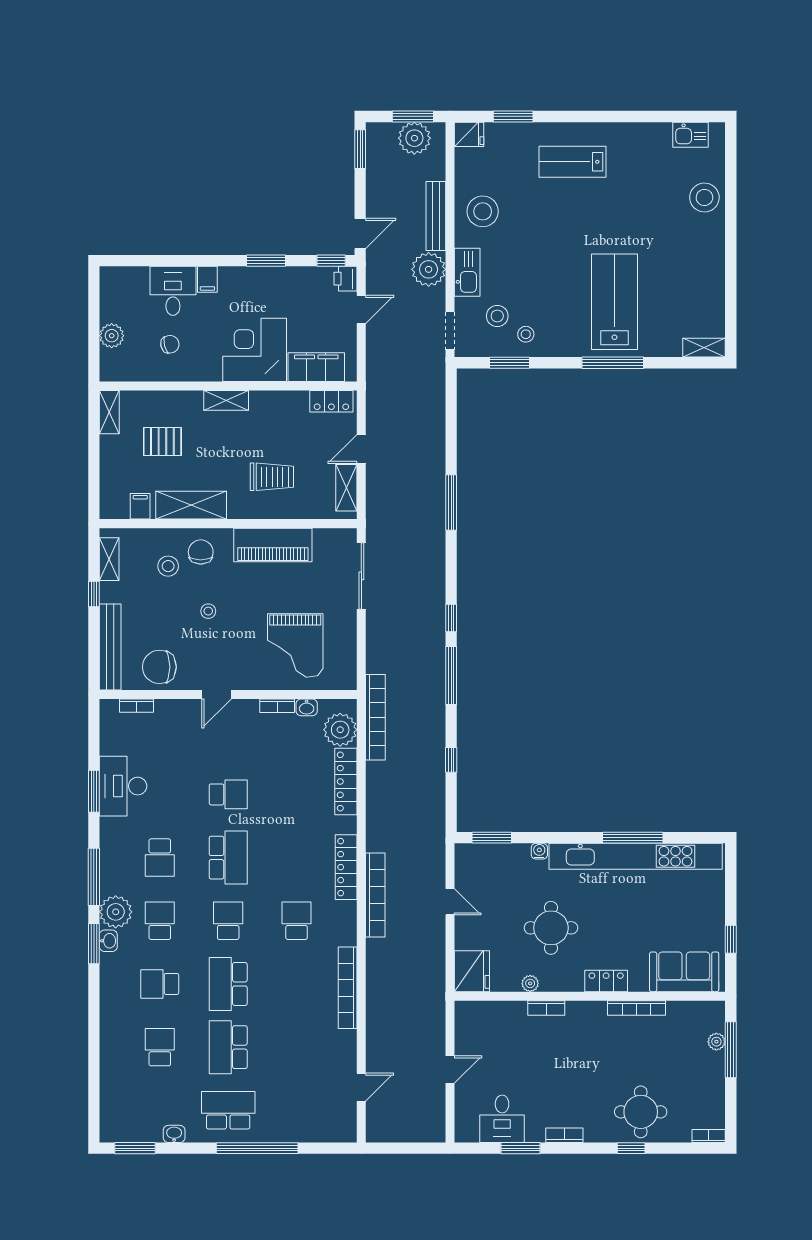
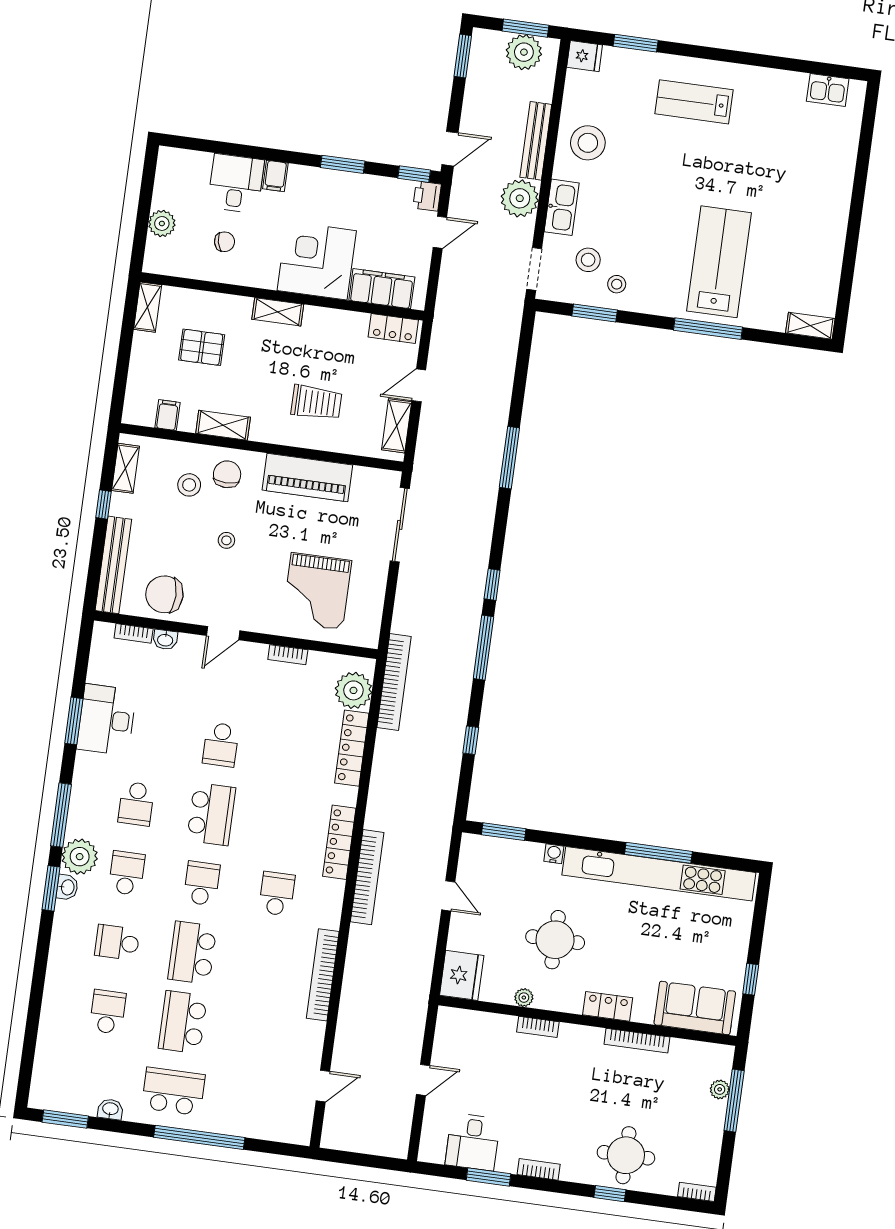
stool: (704, 198) -> (833, 161), removed
shelving: (191, 505) -> (223, 425), width x0.67, depth x0.75
washbasin: (307, 707) -> (165, 640), moved
school desk: (228, 794) -> (221, 745), turned 90

